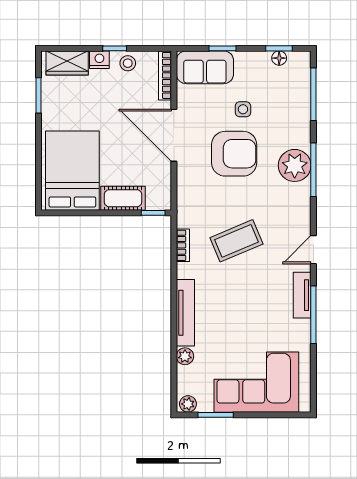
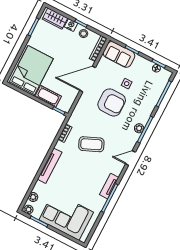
door: (174, 135) -> (88, 79), hinge flipped
plant: (295, 165) -> (139, 128), width x0.53, depth x0.53
door: (313, 250) -> (130, 158), moved
plant: (185, 356) -> (33, 197), moved

